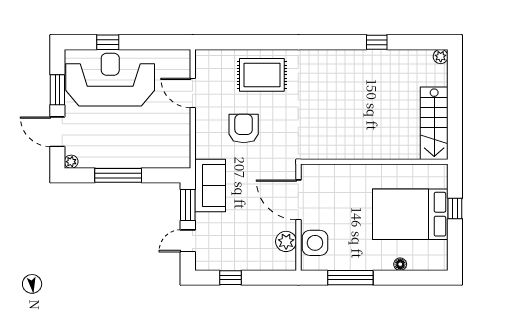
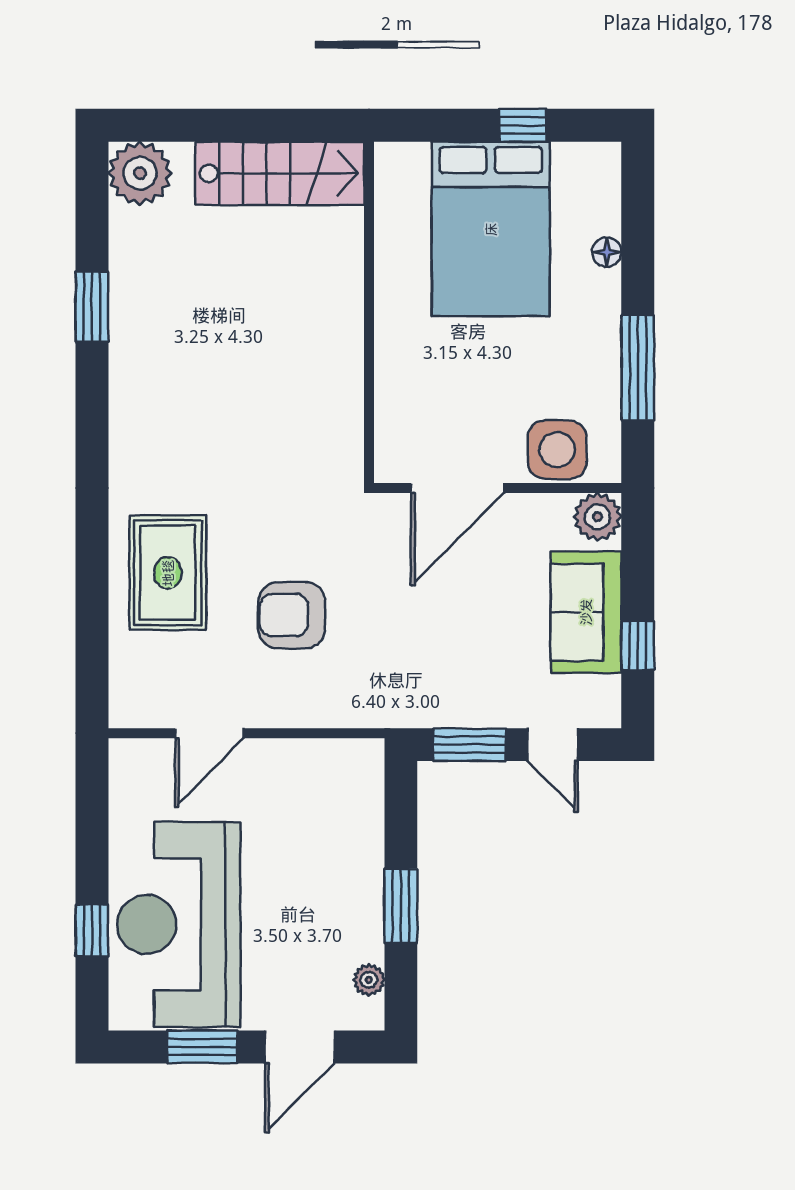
window: (377, 42) -> (92, 307), width x1.50
plant: (441, 57) -> (140, 173), width x1.88, depth x1.88
plant: (71, 162) -> (369, 980), moved
window: (118, 175) -> (401, 906), width x0.69
sofa: (210, 185) -> (586, 612), moved, turned -90
window: (455, 209) -> (523, 125), moved
plant: (286, 241) -> (598, 517), moved

